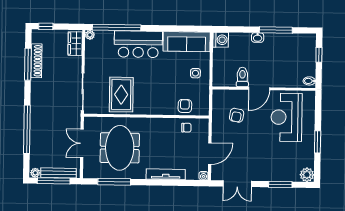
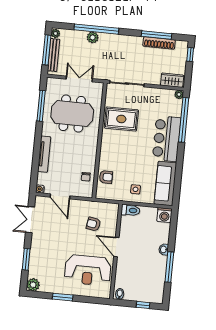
toilet: (242, 77) -> (131, 210), moved
reception desk: (286, 117) -> (88, 270), turned 180
plant: (36, 133) -> (93, 37), added

